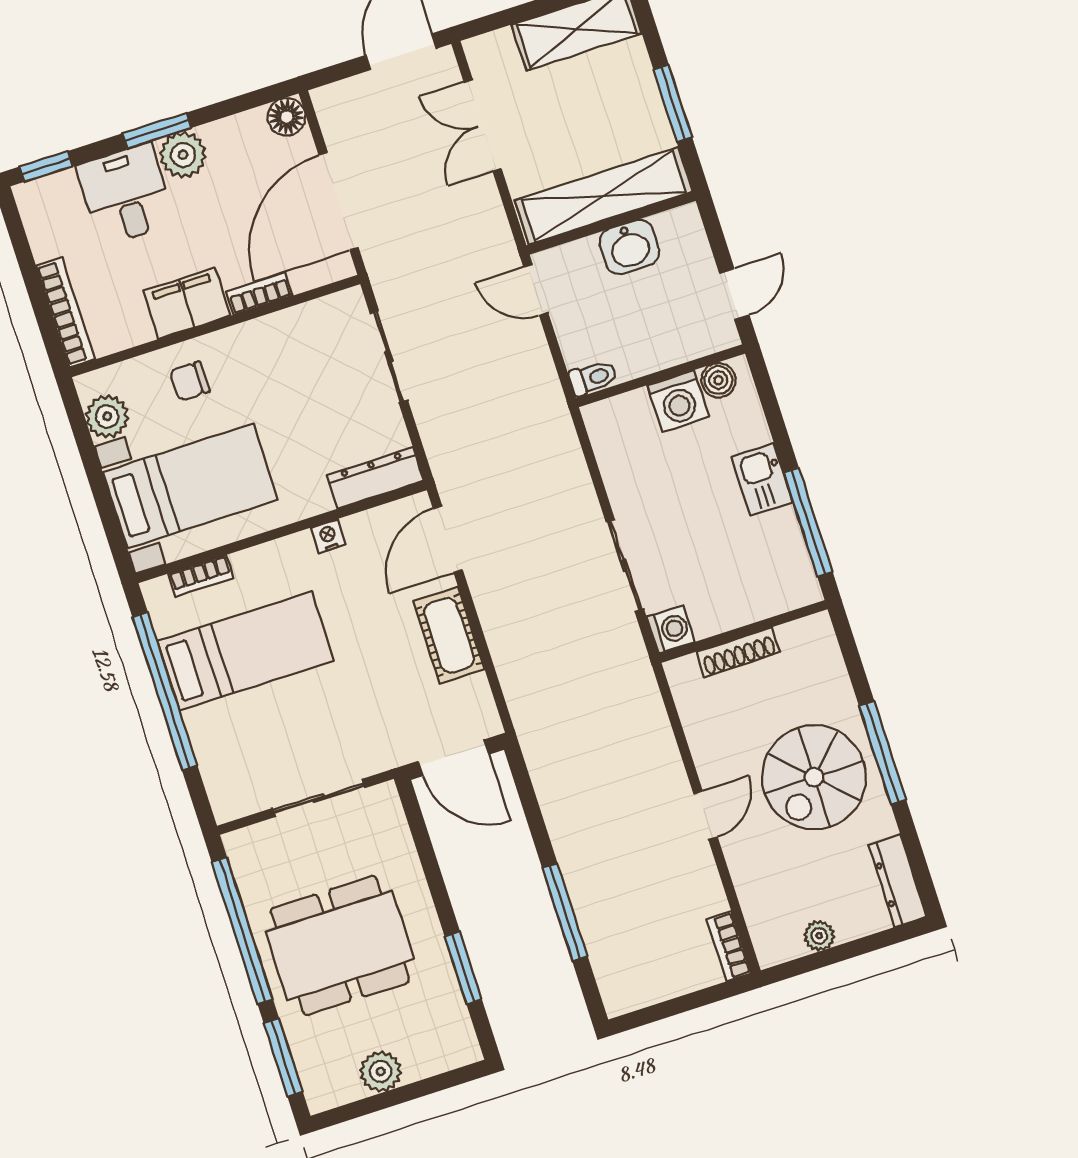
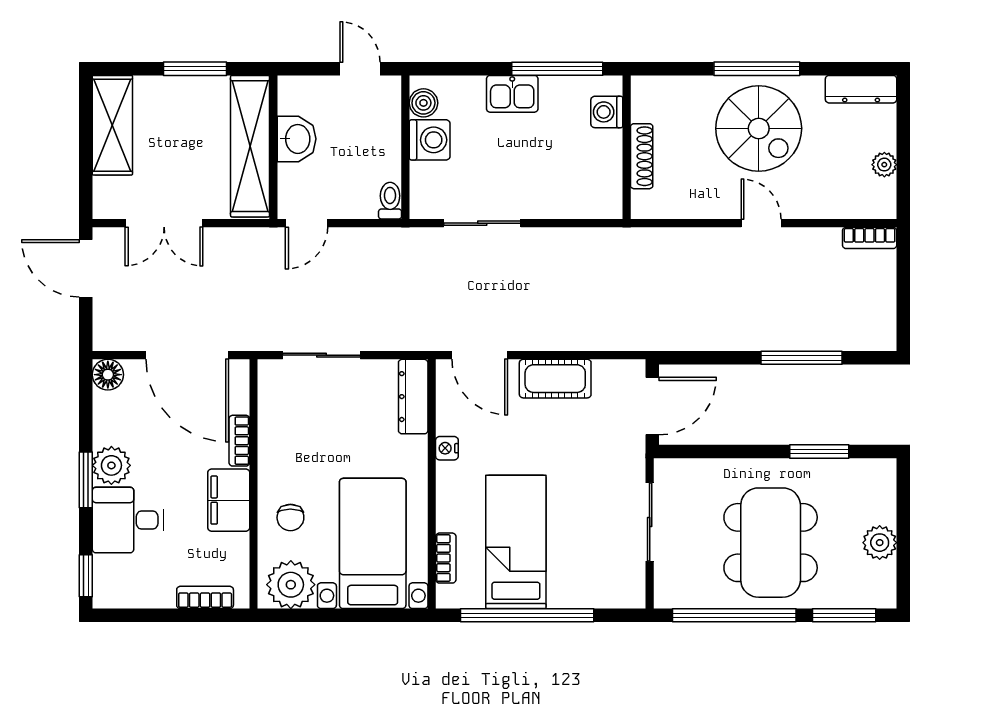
bookcase: (65, 312) -> (205, 597), width x0.64
plant: (107, 416) -> (291, 585), width x1.36, depth x1.36
sliding door: (625, 566) -> (482, 223), moved
washing machine: (671, 630) -> (607, 112), moved, turned -90

